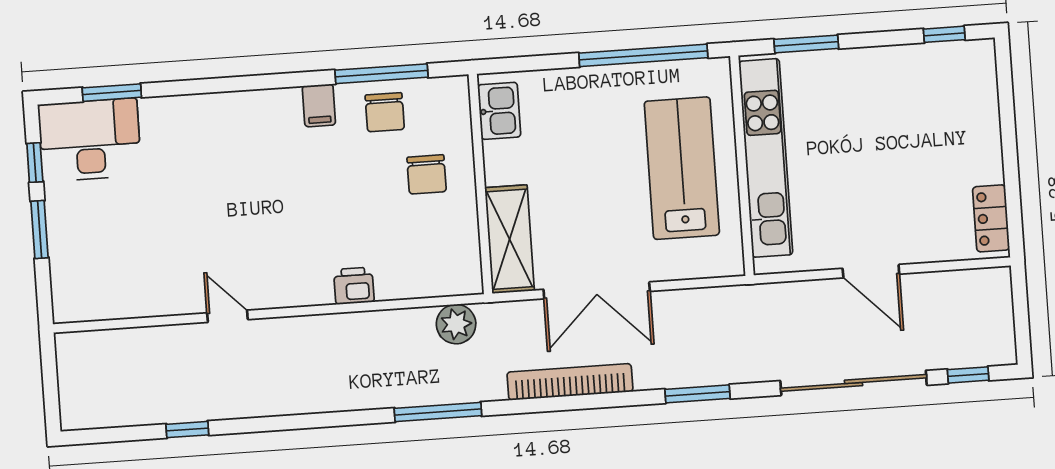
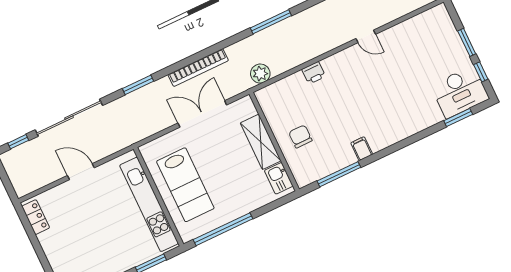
chair: (385, 112) -> (331, 157), removed
shelving: (510, 239) -> (261, 142), moved
window: (438, 412) -> (271, 22), moved

